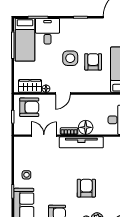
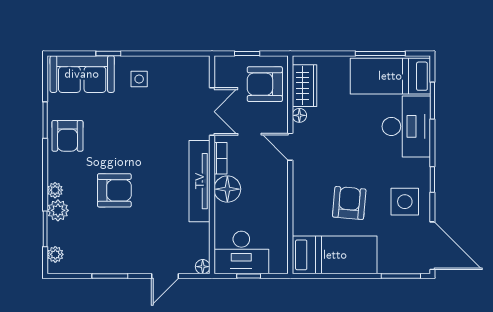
desk: (47, 31) -> (406, 126), width x1.37
side table: (70, 58) -> (405, 202), moved
armchair: (93, 62) -> (349, 203), turned -85
armchair: (29, 107) -> (265, 84), turned 90

